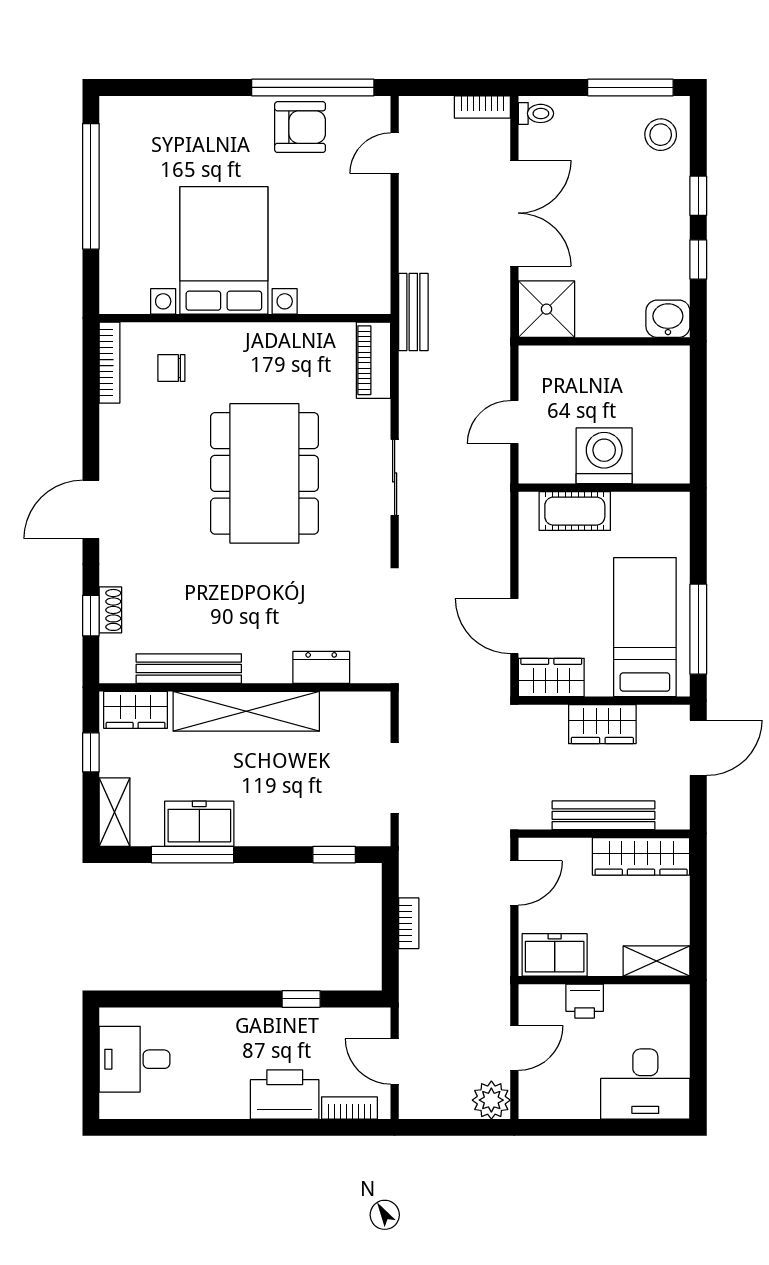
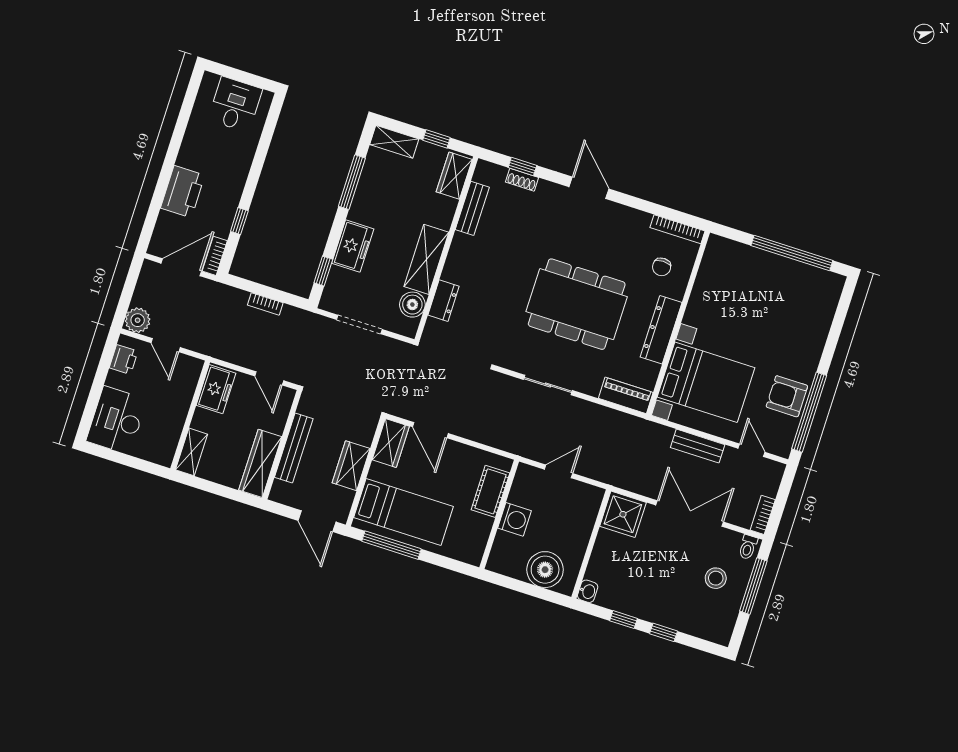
window: (630, 87) -> (753, 586), moved
armchair: (300, 127) -> (787, 396), turned 90
stool: (661, 135) -> (716, 578), moved
double door: (514, 213) -> (690, 513), swing flipped
bed with nightstands: (224, 250) -> (706, 382), moved
bench: (413, 312) -> (698, 446), moved
washbasin: (668, 319) -> (588, 591), width x0.72, depth x0.69
dresser: (262, 340) -> (661, 330), added
chair: (171, 368) -> (662, 267), turned 180
boiler: (663, 396) -> (545, 570), added
door: (514, 422) -> (559, 471), hinge flipped
washing machine: (604, 456) -> (515, 519), width x0.73, depth x0.73
door: (514, 626) -> (430, 430), swing flipped
bench: (189, 669) -> (472, 208), width x0.73
boiler: (341, 710) -> (412, 305), added
shelving: (246, 711) -> (426, 259), width x0.68
freezer: (199, 824) -> (353, 246), moved
printer: (585, 1001) -> (124, 359), moved, turned 180
door: (395, 1061) -> (181, 267), width x1.38
bookcase: (349, 1108) -> (215, 256), moved, turned 180

